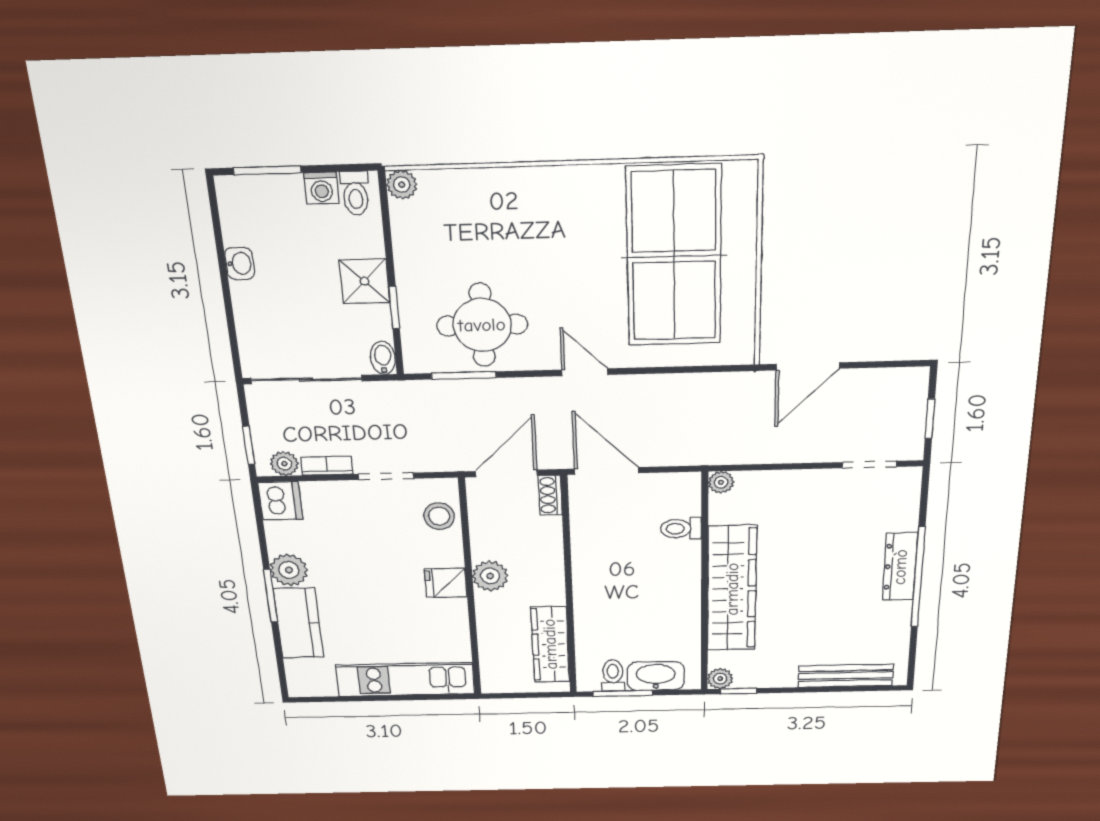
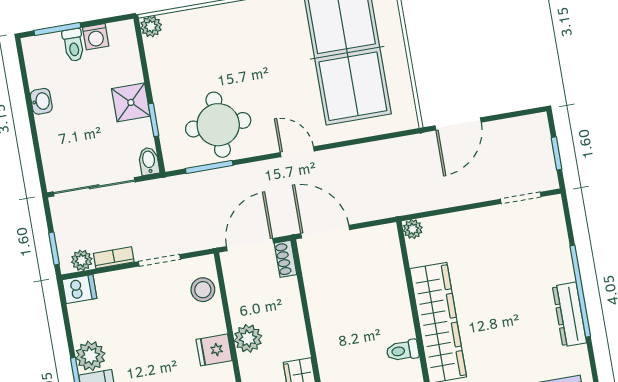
toilet: (355, 193) -> (73, 45), moved
dishwasher: (280, 501) -> (80, 289), width x0.73
toilet: (681, 529) -> (403, 351), moved
dresser: (900, 567) -> (569, 314), moved

